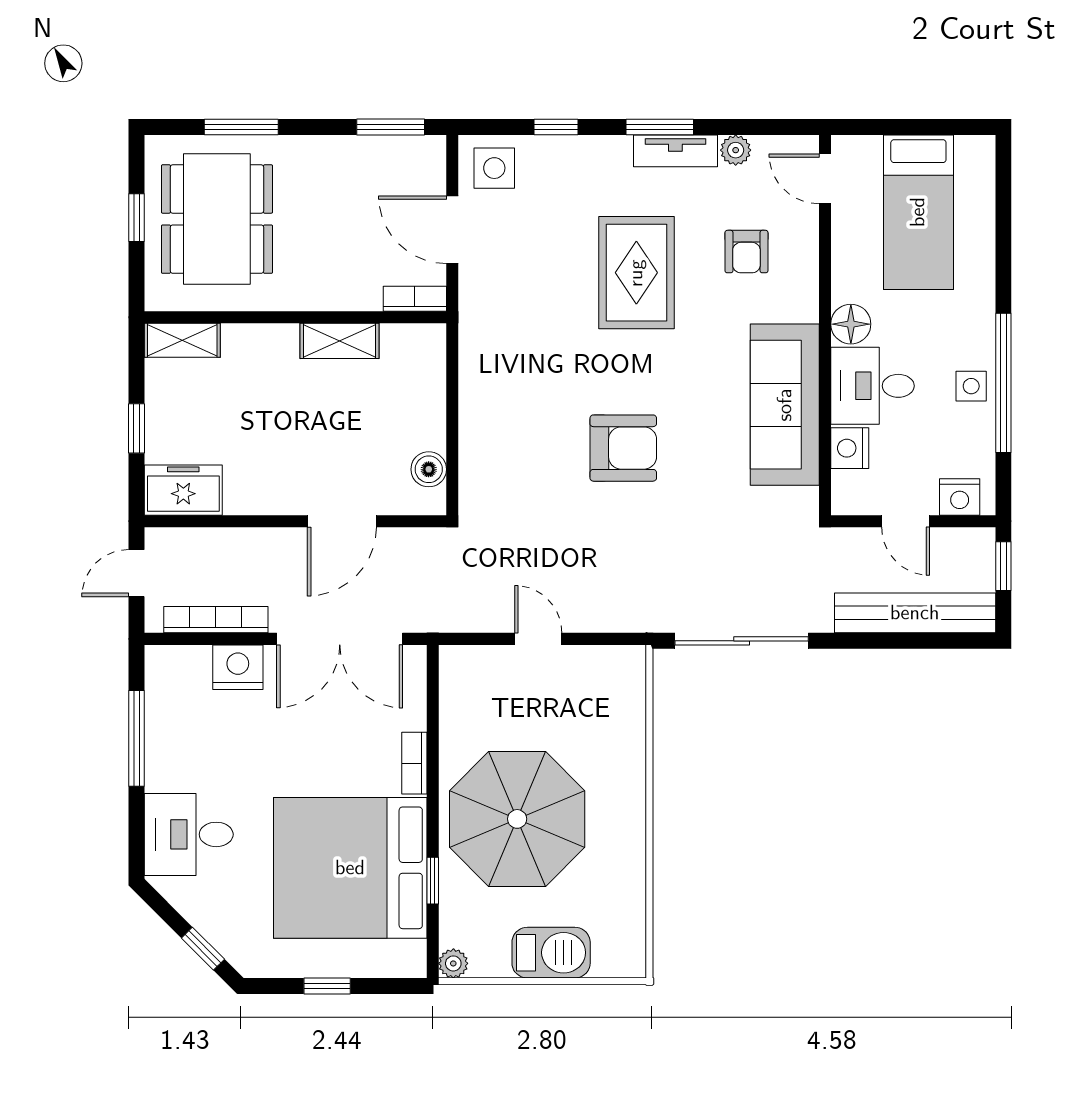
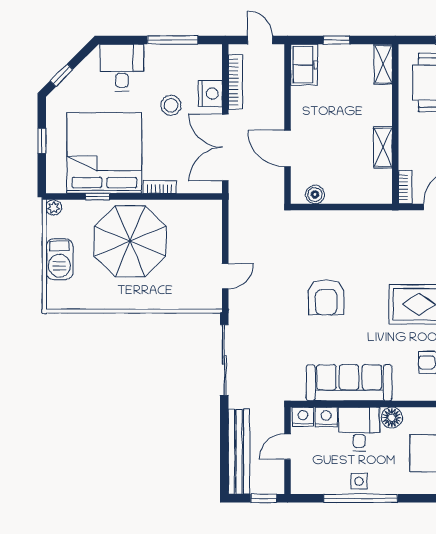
nightstand: (960, 497) -> (303, 417), moved, turned 90
door: (538, 639) -> (225, 276), moved
stool: (260, 742) -> (171, 105), added

